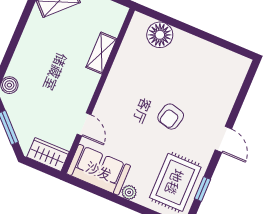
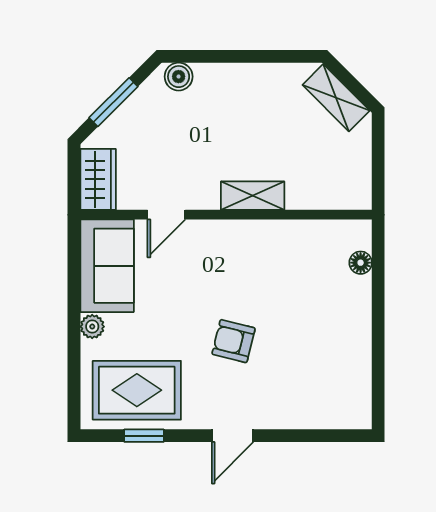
floor lamp: (160, 35) -> (361, 263), width x0.53, depth x0.53
shelving: (101, 53) -> (253, 196), moved

